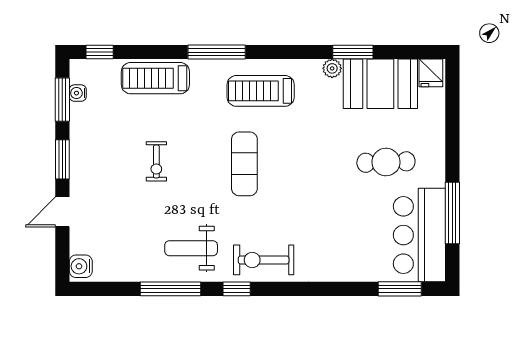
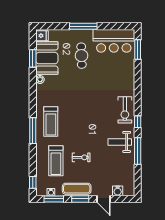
window: (353, 52) -> (33, 58), moved
treadmill: (155, 78) -> (56, 161), moved
treadmill: (261, 91) -> (51, 122), moved
exercise mat: (244, 164) -> (77, 189), moved
window: (452, 213) -> (83, 26), moved
weight bench: (191, 248) -> (120, 142), turned 90
water cooler: (81, 266) -> (118, 191), moved

